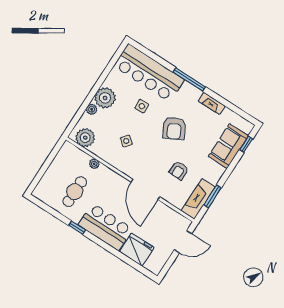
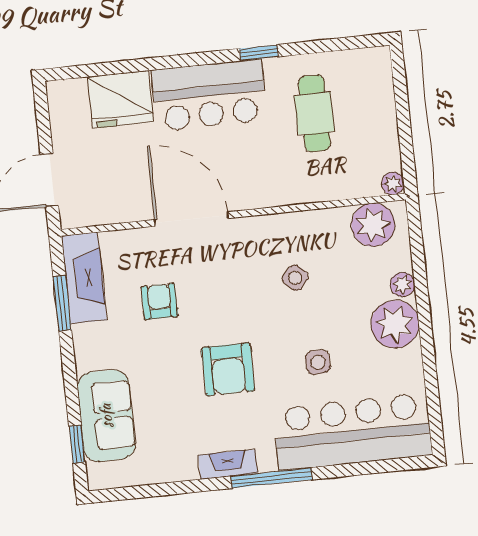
fireplace: (212, 103) -> (228, 464), moved
armchair: (174, 128) -> (228, 369), turned -152
plant: (94, 164) -> (393, 183), moved

